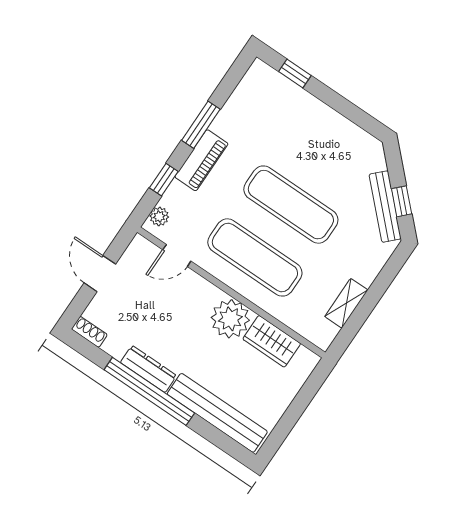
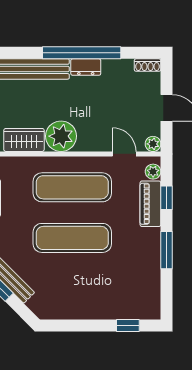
piano: (201, 160) -> (150, 204), moved
plant: (140, 245) -> (153, 144), added
door: (177, 255) -> (124, 154), hinge flipped
dresser: (148, 369) -> (86, 67), width x0.70

